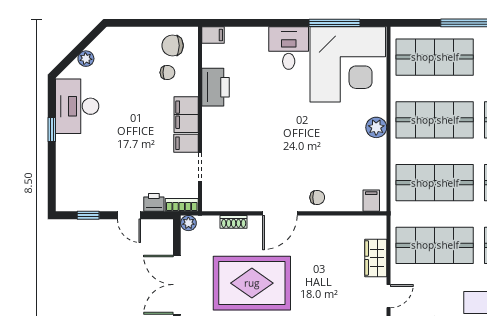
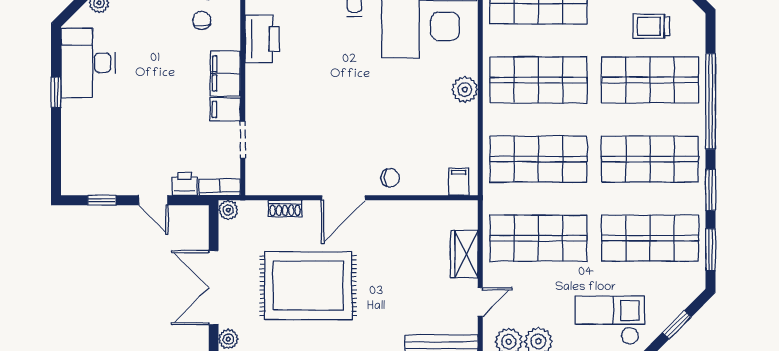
chair: (167, 72) -> (202, 20), turned -90

